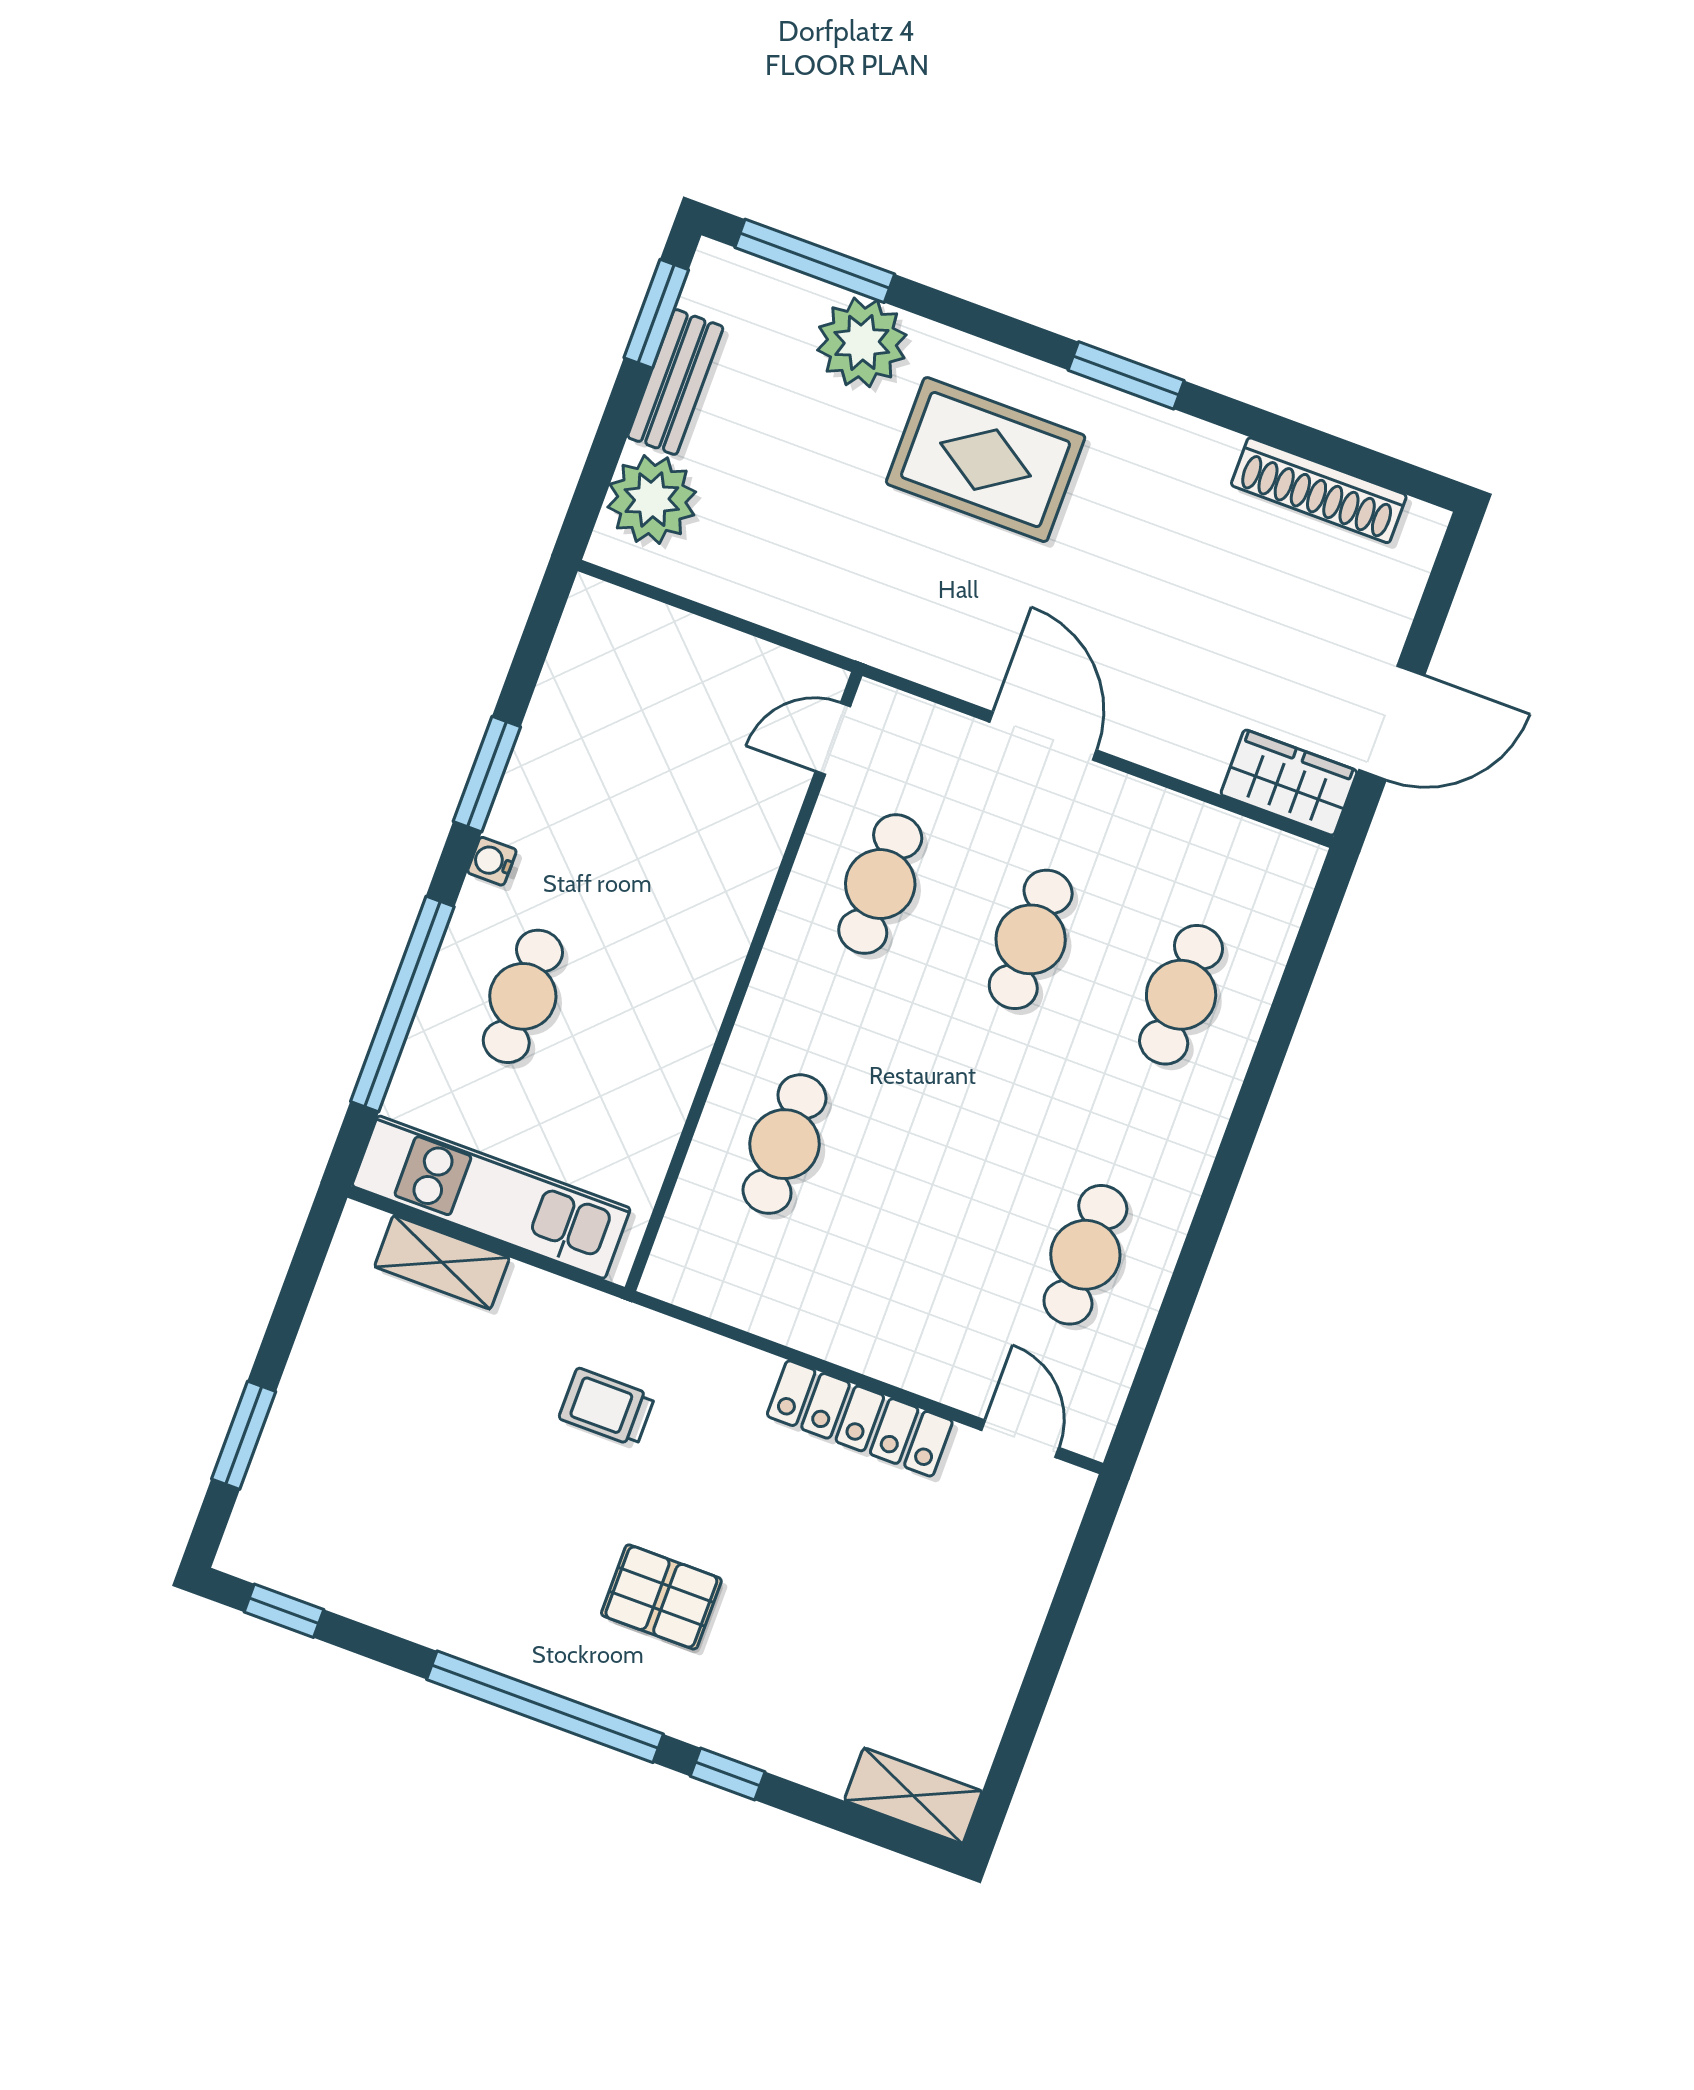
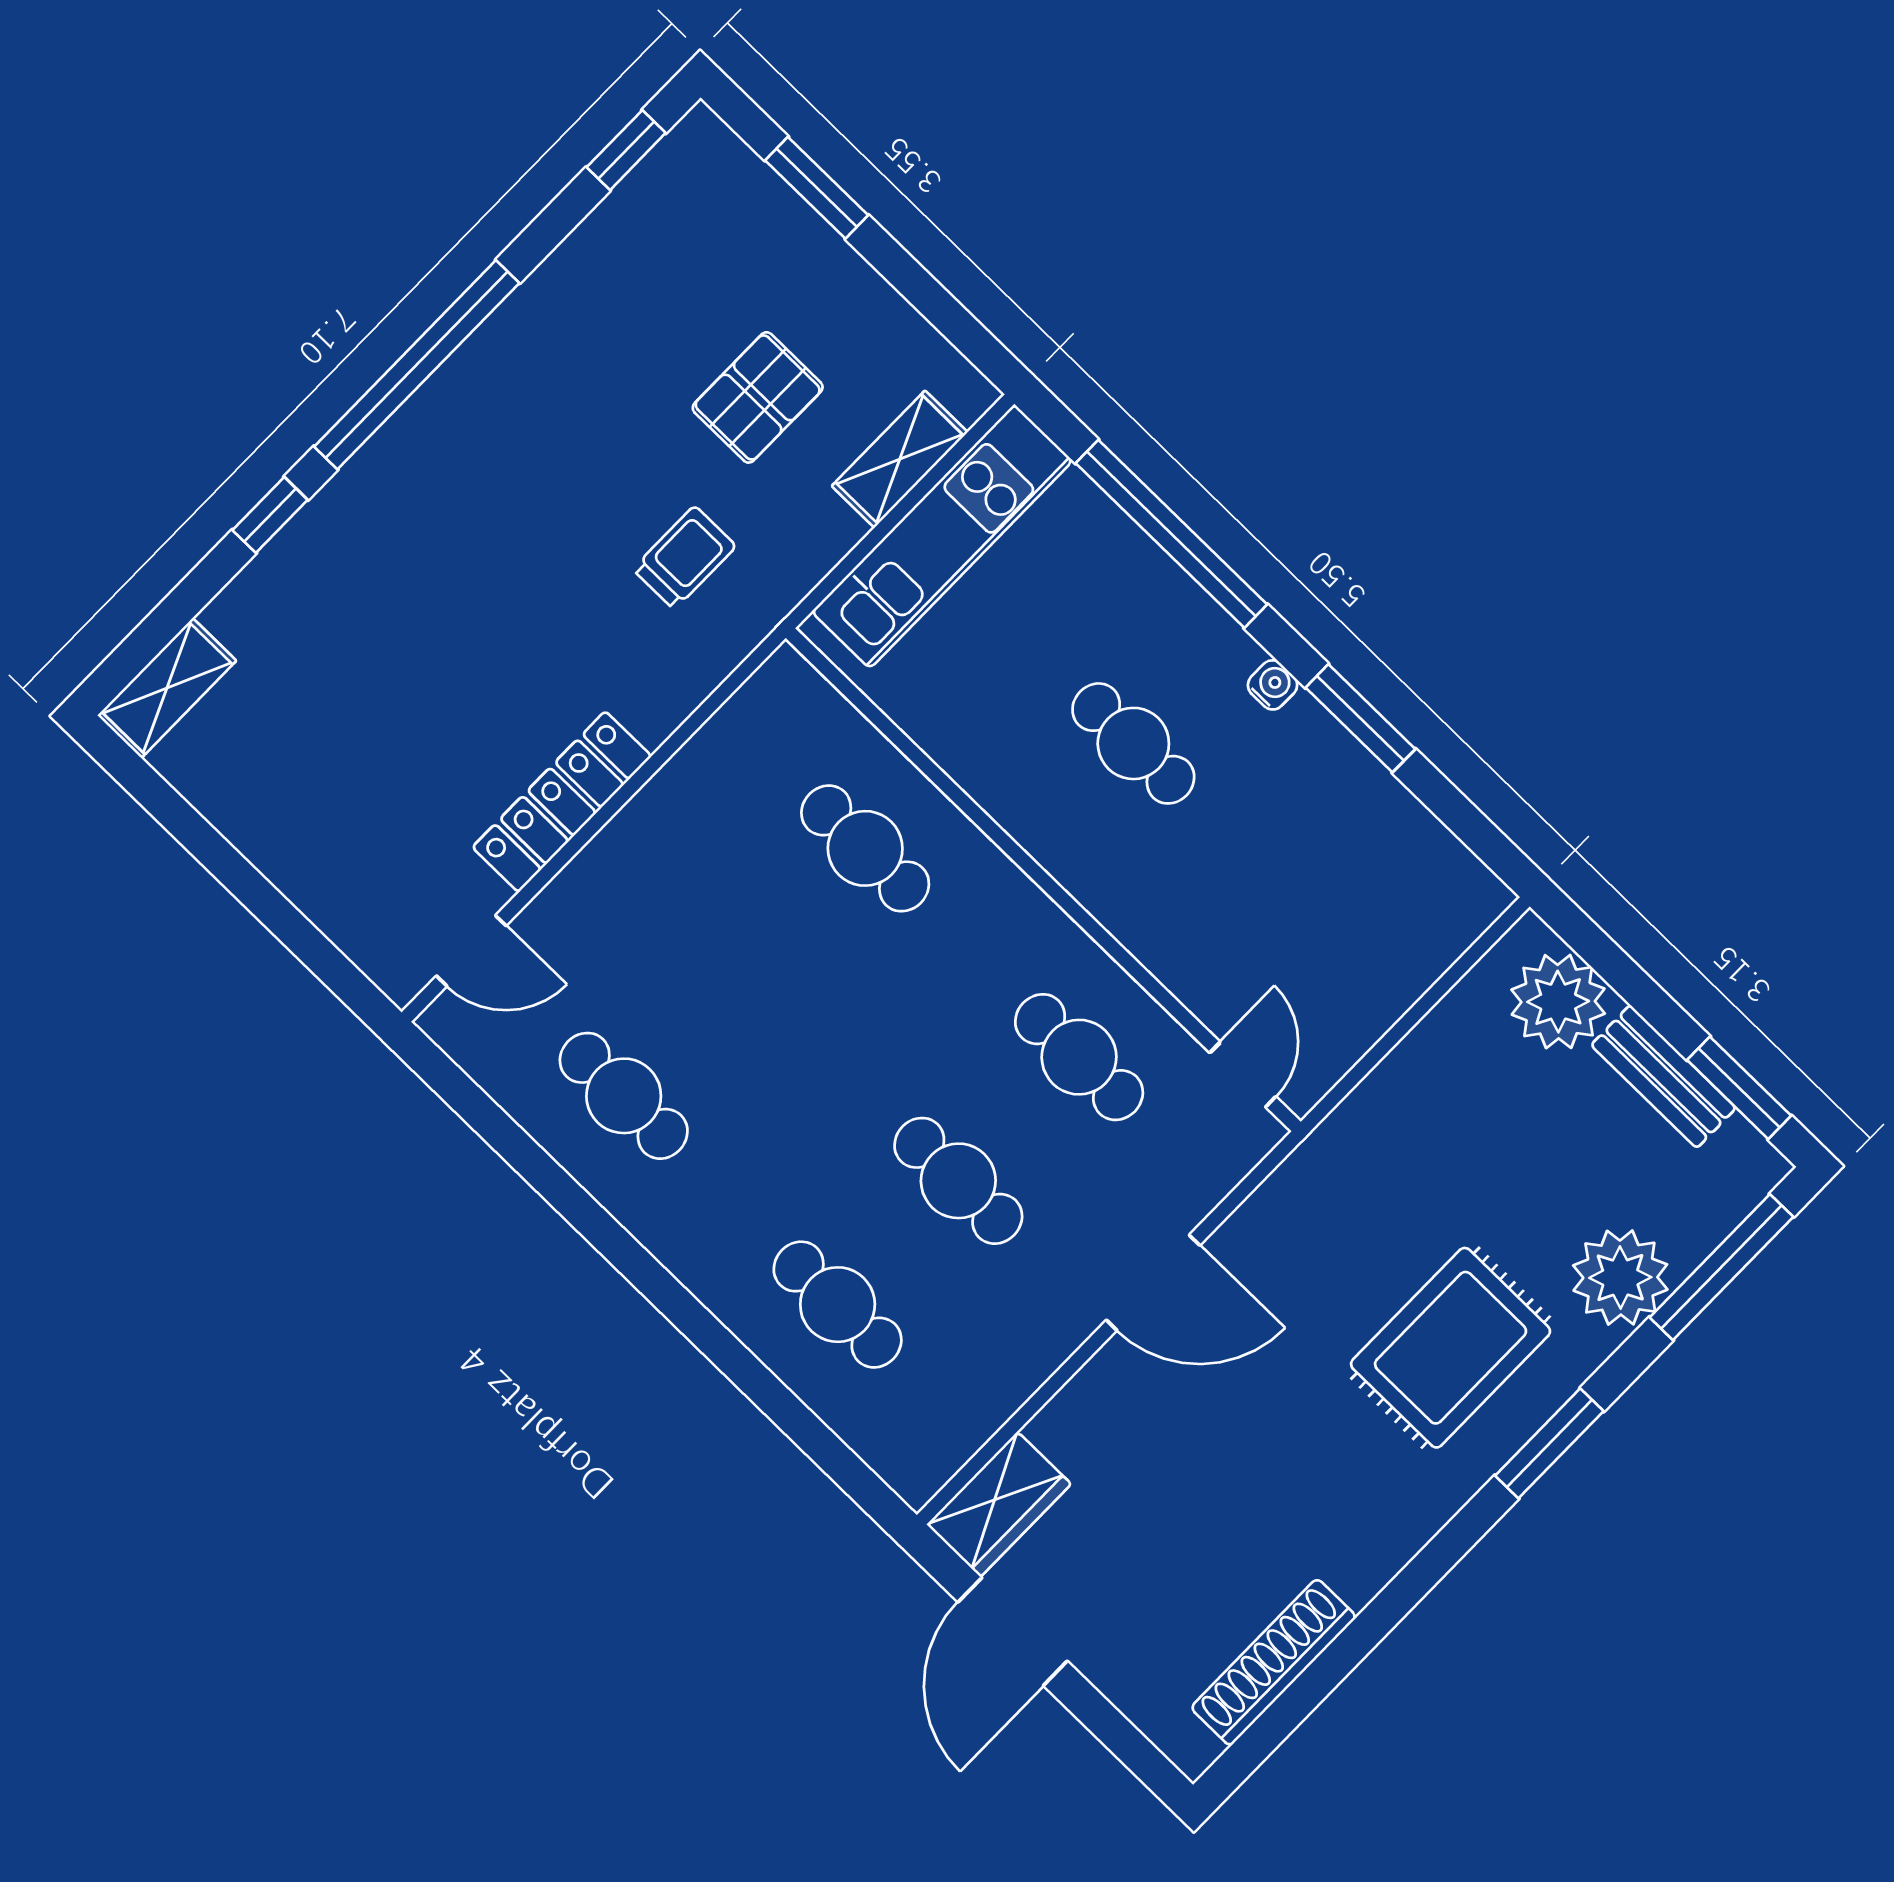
window: (1126, 375) -> (1549, 1443), moved
cafe table: (523, 996) -> (1133, 743), moved
pallet: (661, 1597) -> (758, 397), moved

